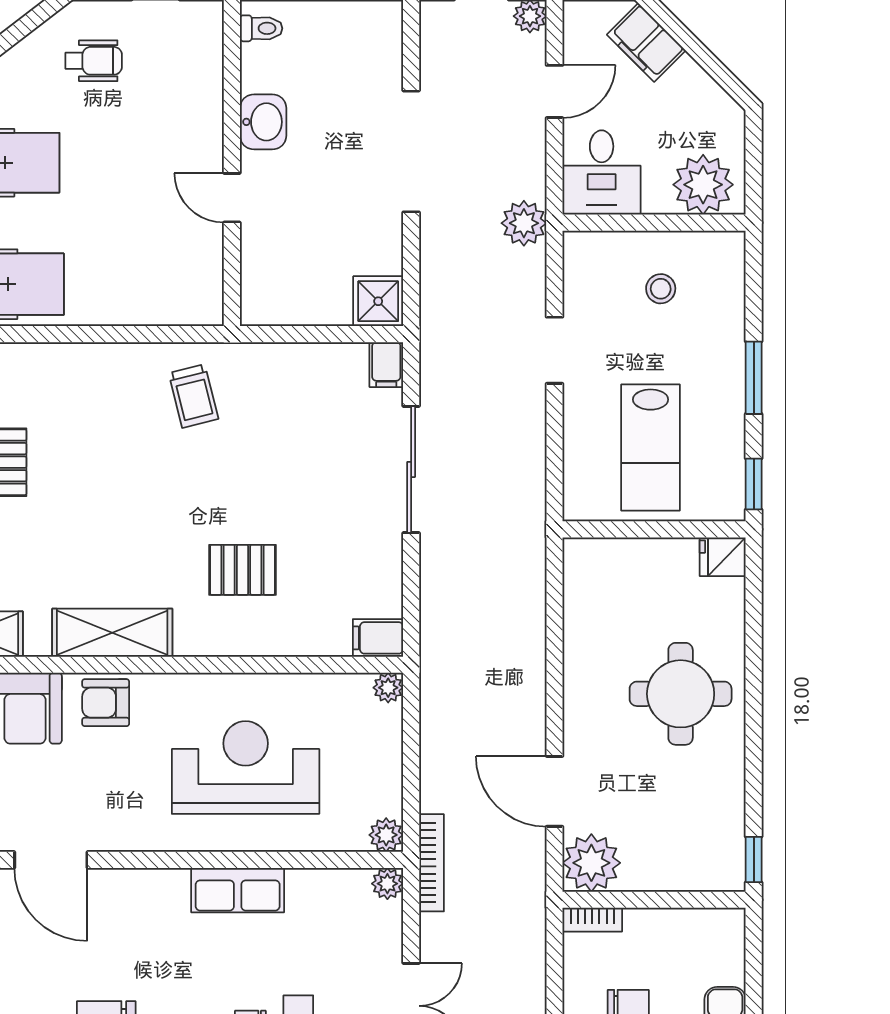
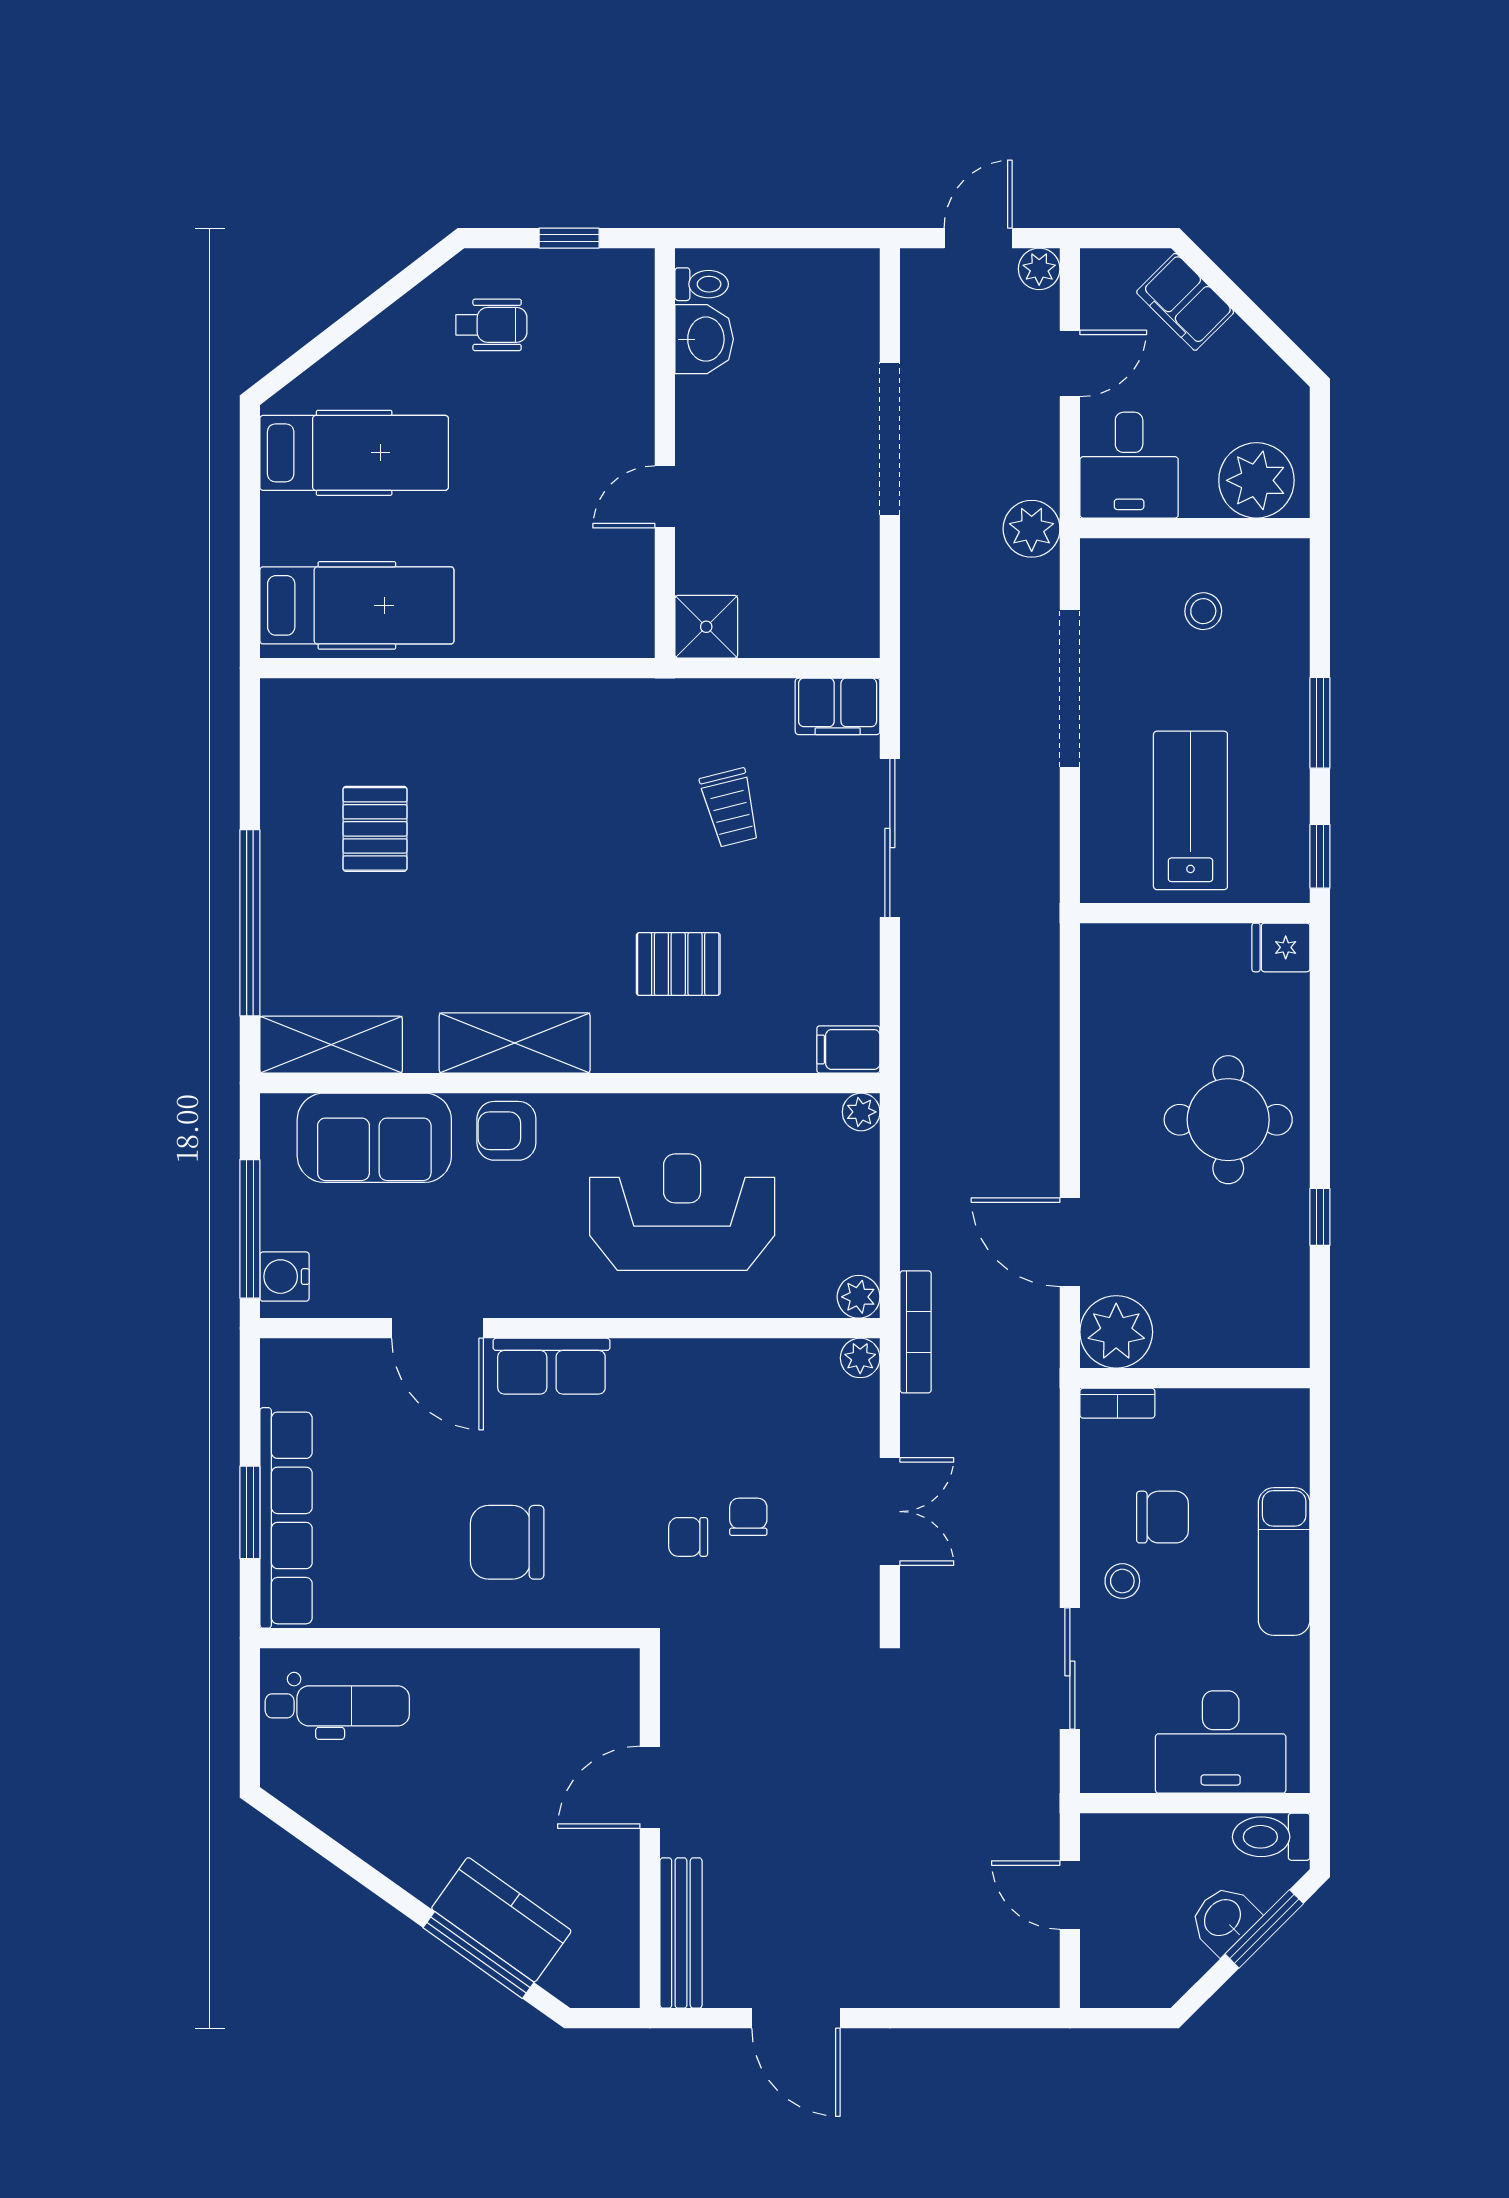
washbasin: (263, 122) -> (704, 339), moved
door: (232, 198) -> (665, 497), hinge flipped
shower: (378, 301) -> (706, 627), moved
doorway: (555, 350) -> (1070, 688), width x1.87
filing cabinet: (386, 365) -> (838, 706), width x2.00
trolley: (193, 396) -> (730, 808), moved
lab bench: (651, 447) -> (1190, 810), turned 180
window: (754, 860) -> (1320, 1217), moved
row of seats: (238, 890) -> (551, 1366), moved

